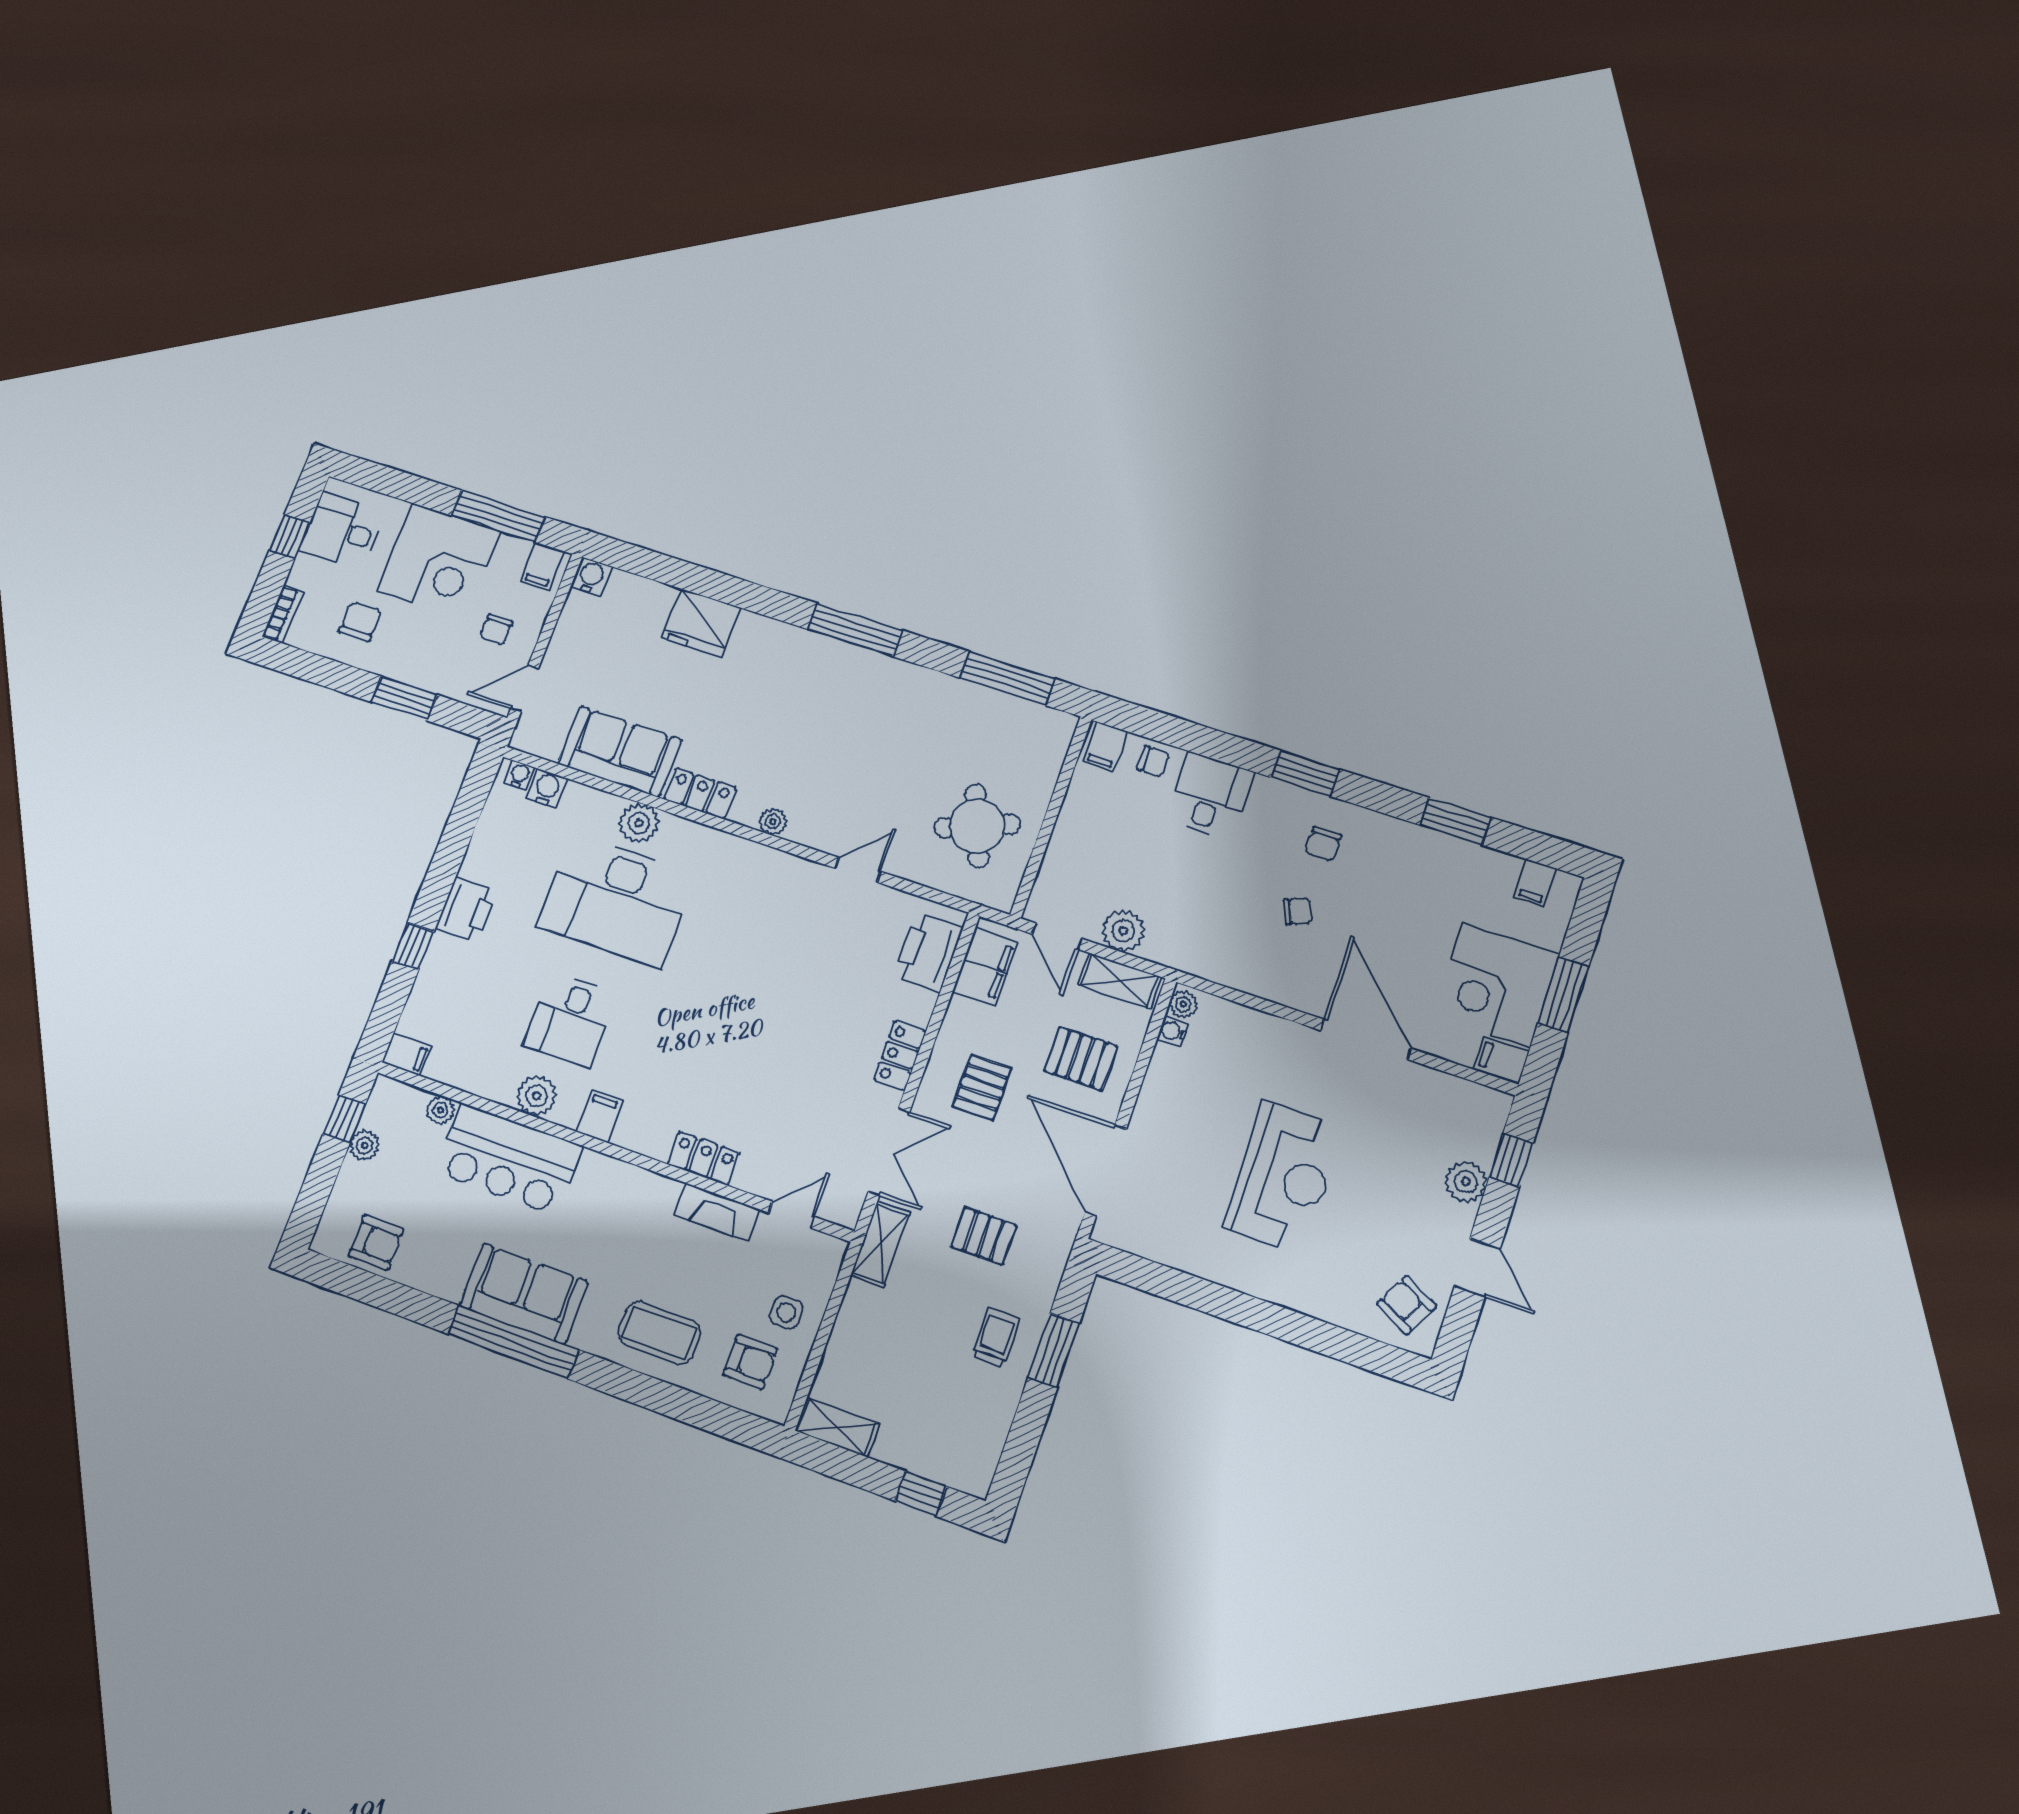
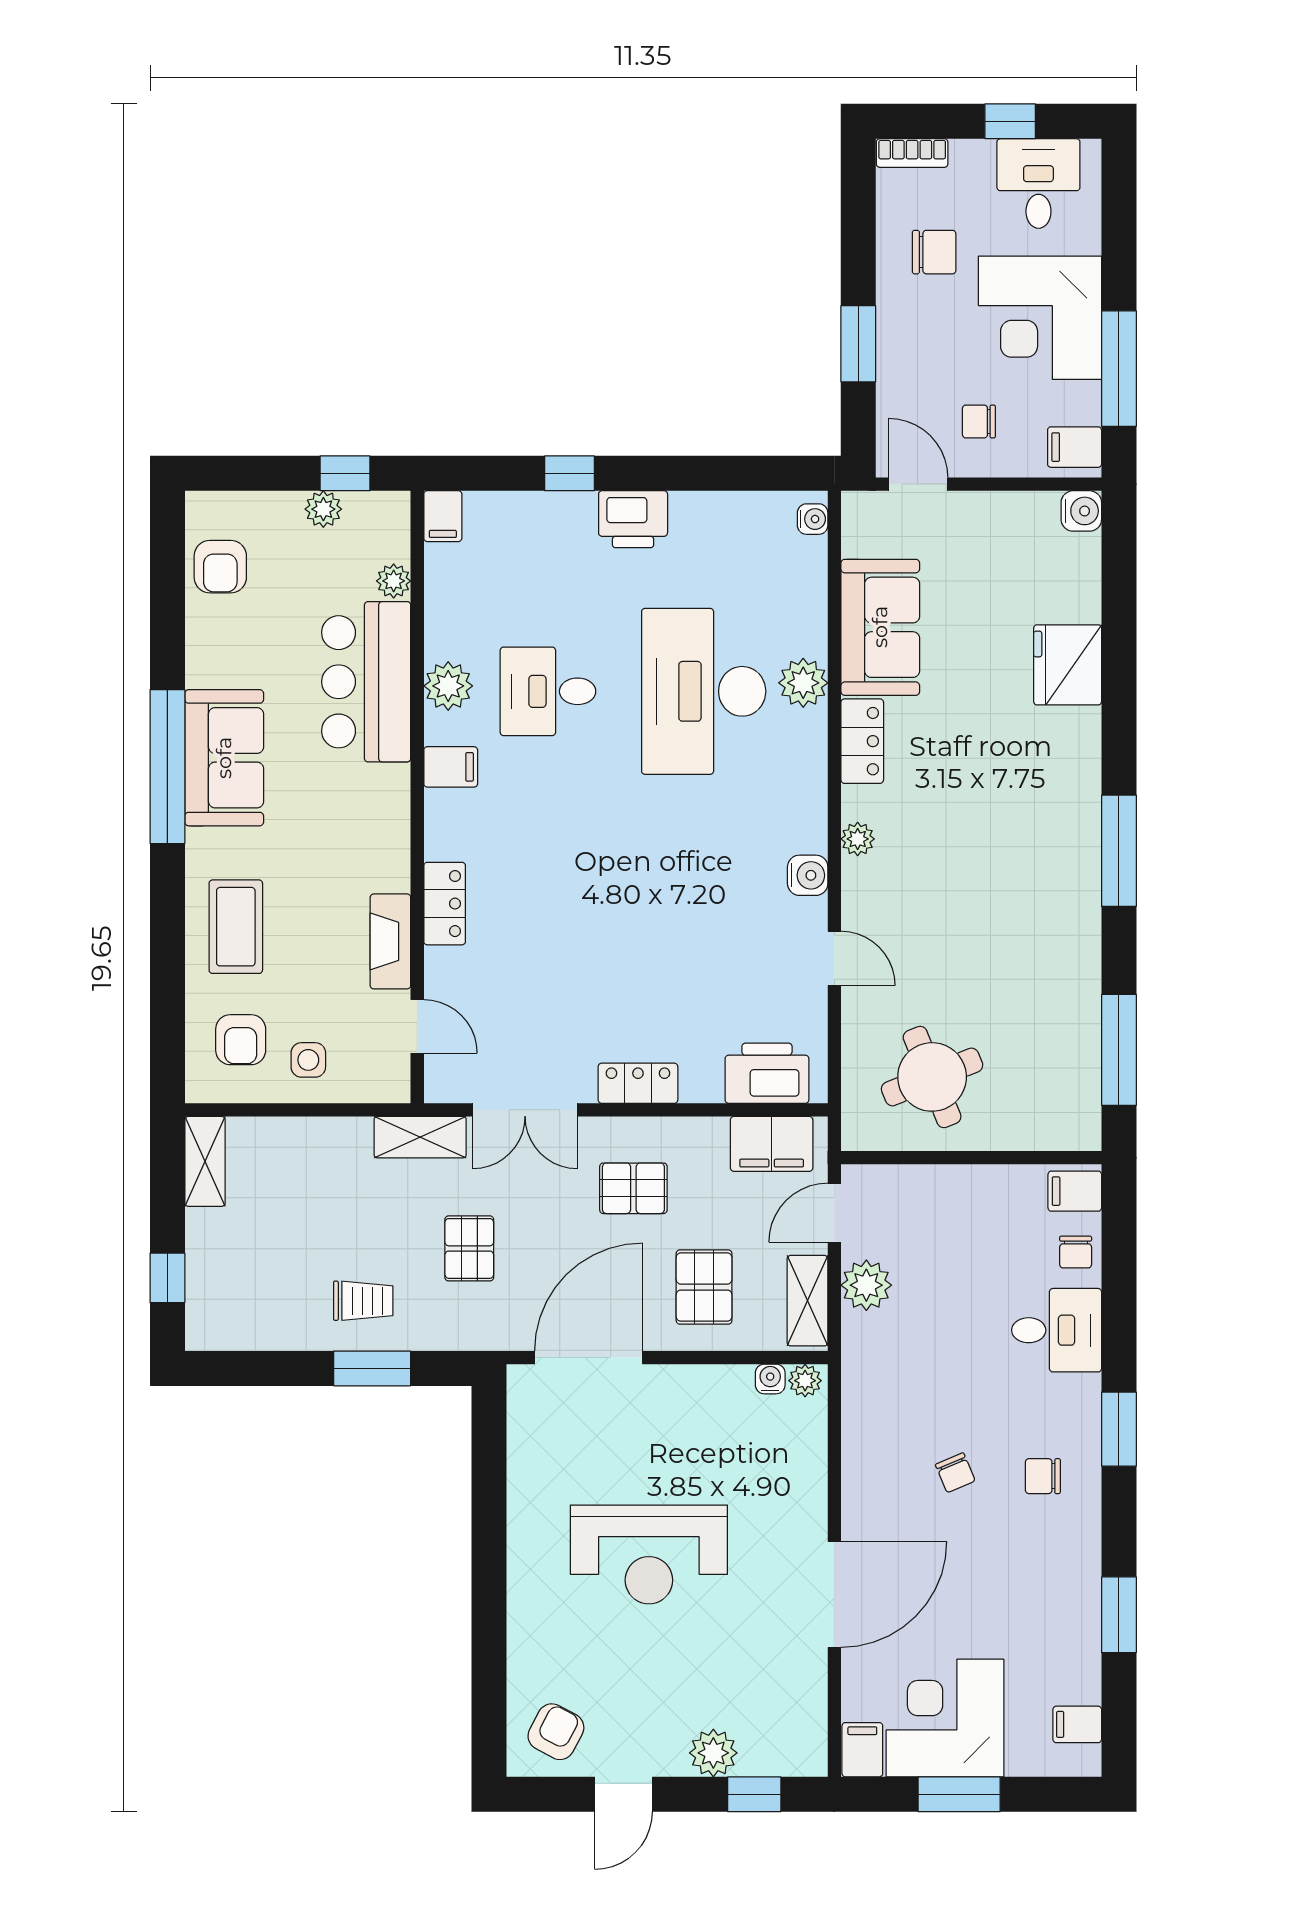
water cooler: (547, 788) -> (808, 875), moved

